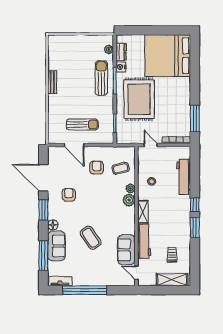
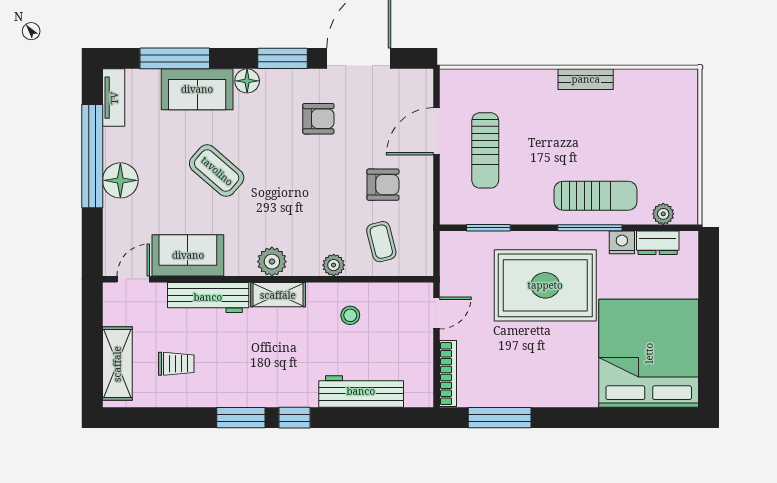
plant: (129, 200) -> (272, 262), moved
coffee table: (91, 238) -> (217, 171), turned 75
floor lamp: (95, 278) -> (120, 180), added

